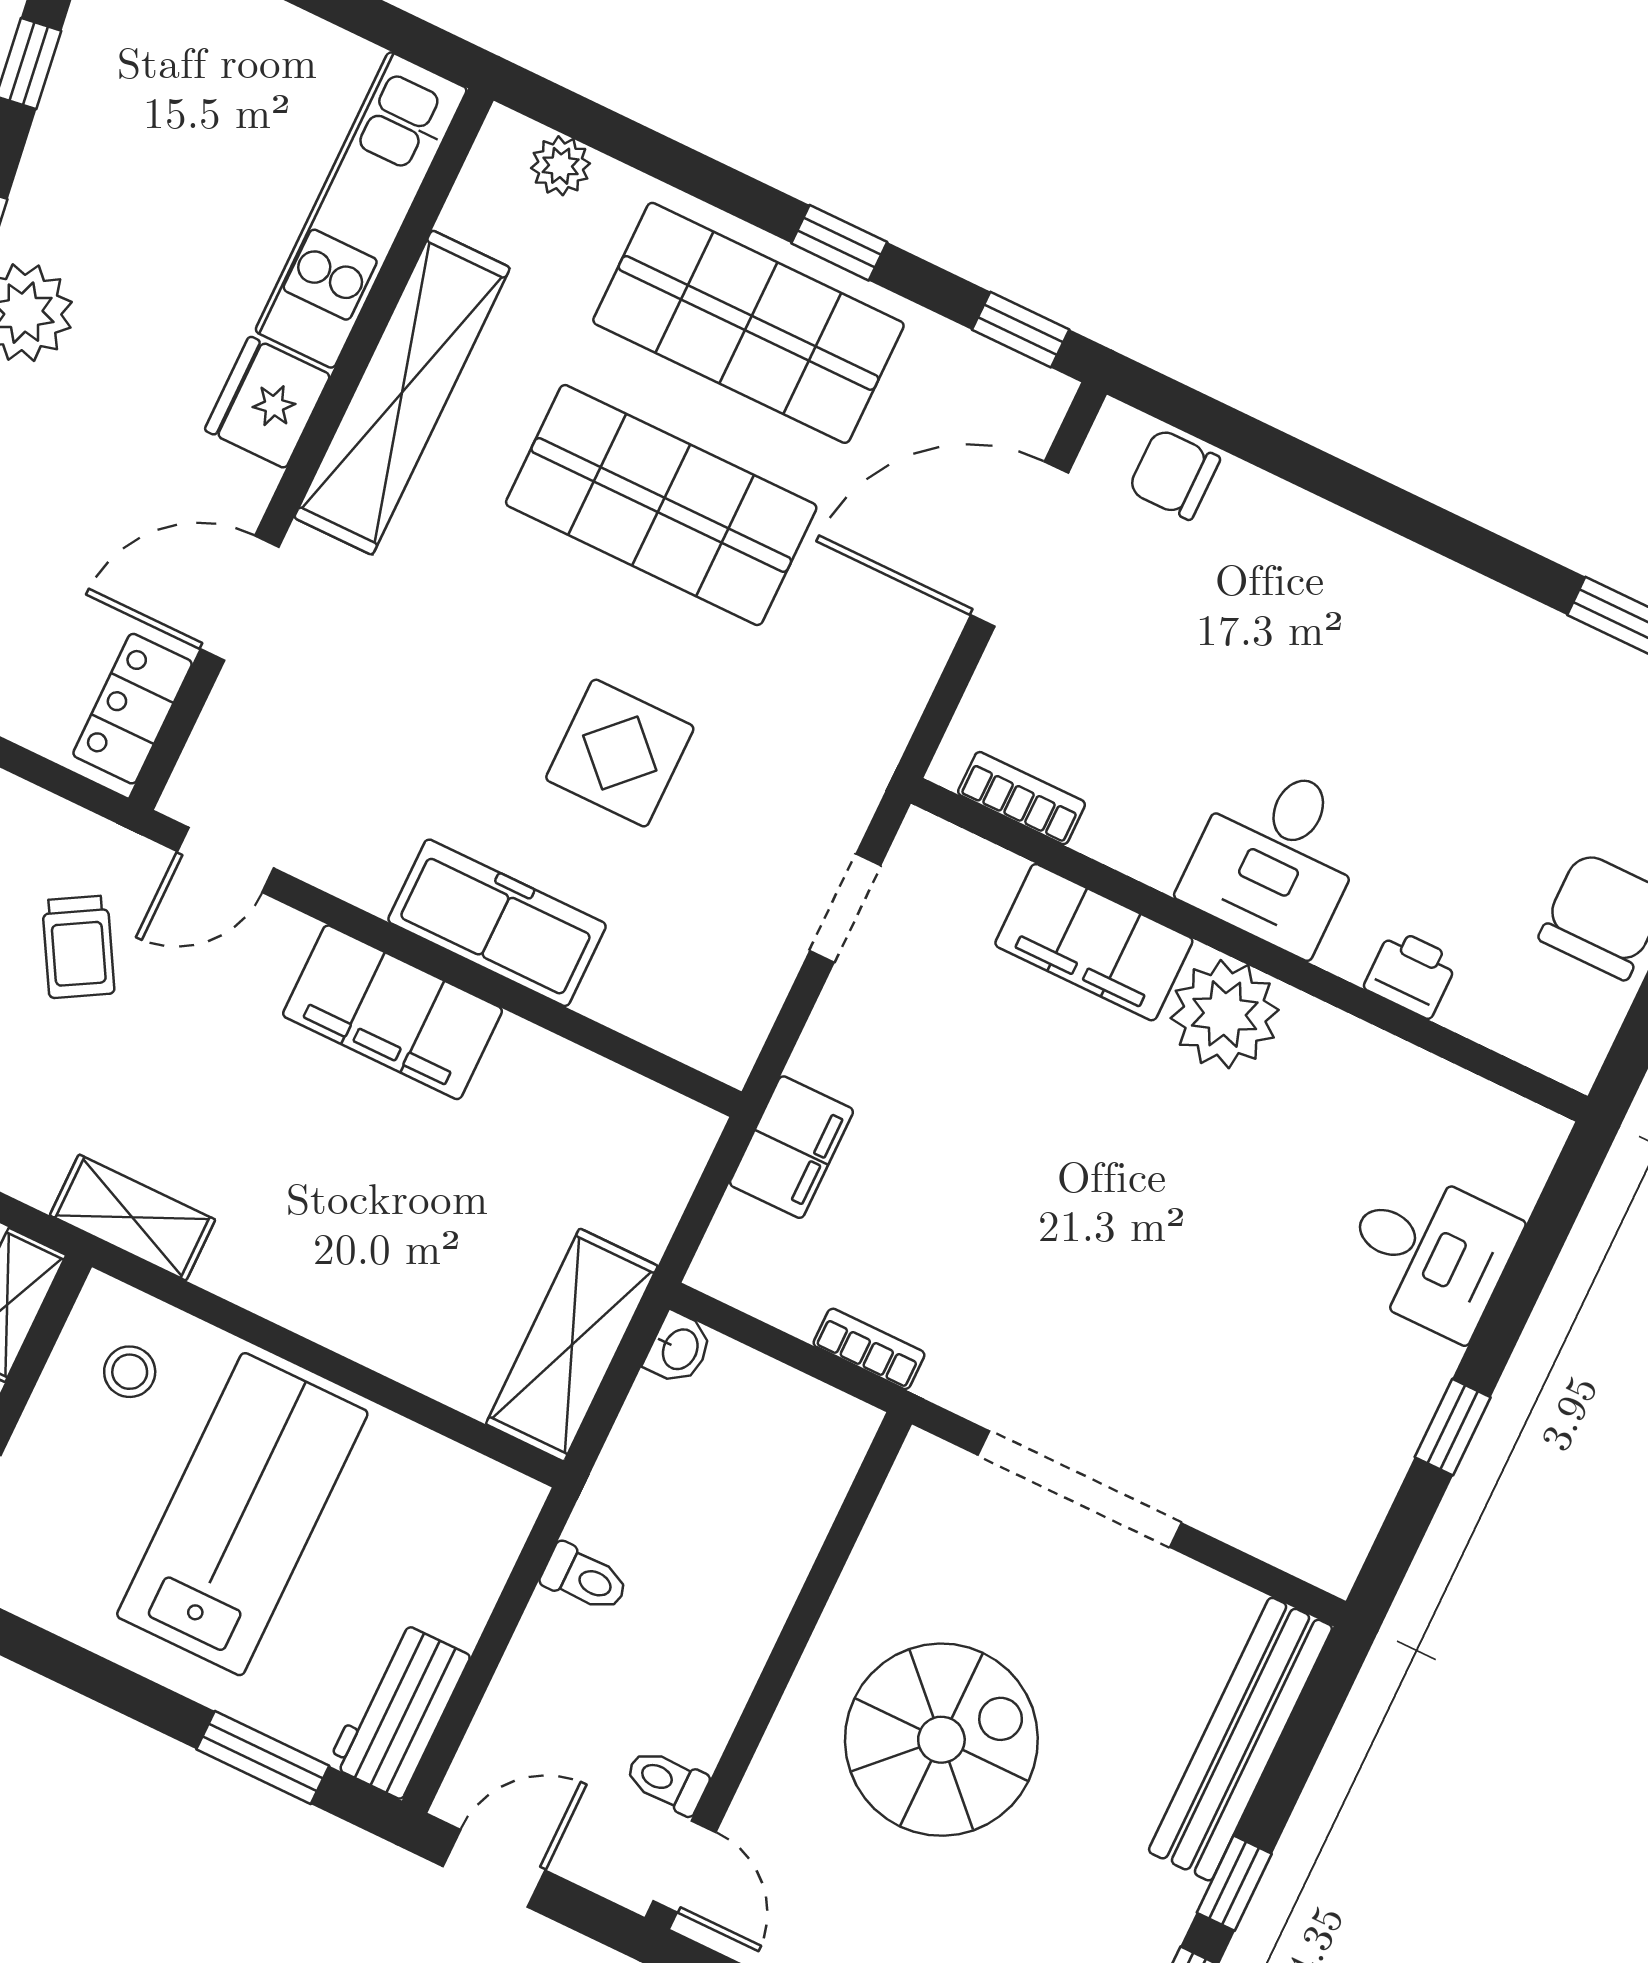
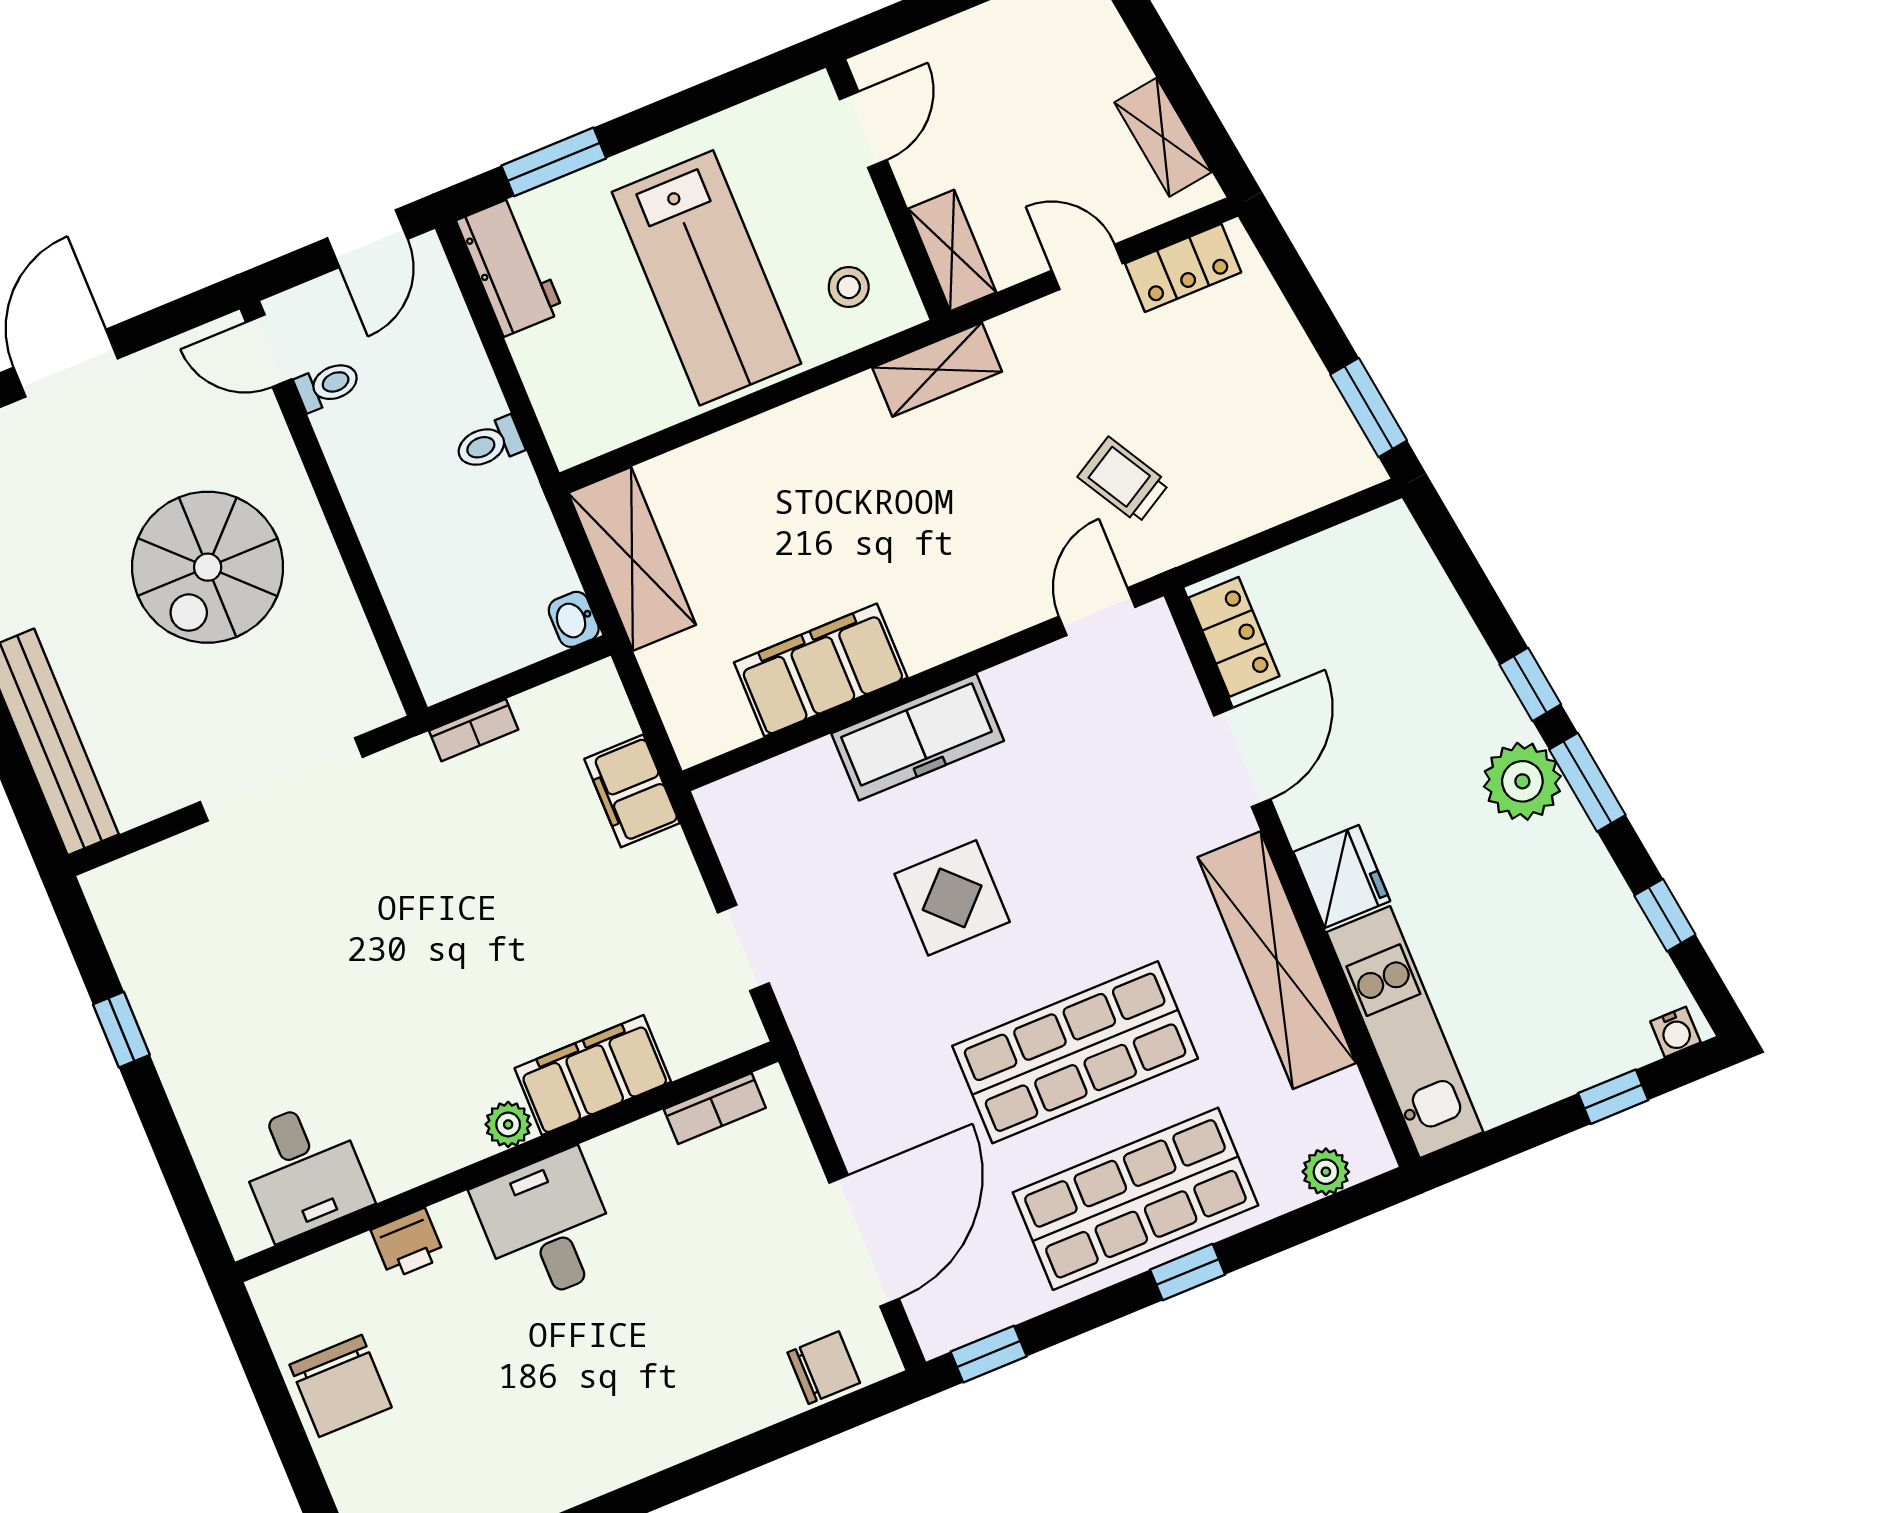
window: (839, 243) -> (1188, 1272), moved
filing cabinet: (393, 1012) -> (821, 670), moved
plant: (1225, 1014) -> (508, 1124), width x0.53, depth x0.53
desk: (1429, 1253) -> (303, 1170), moved, turned -90

